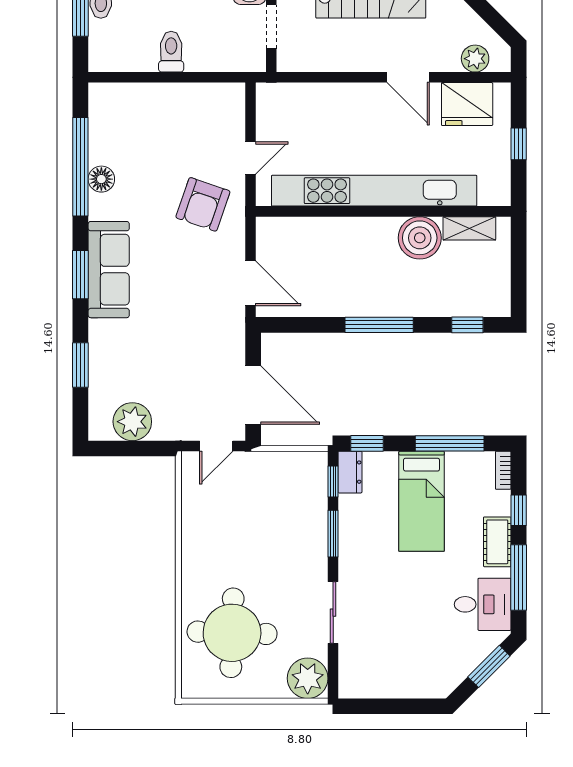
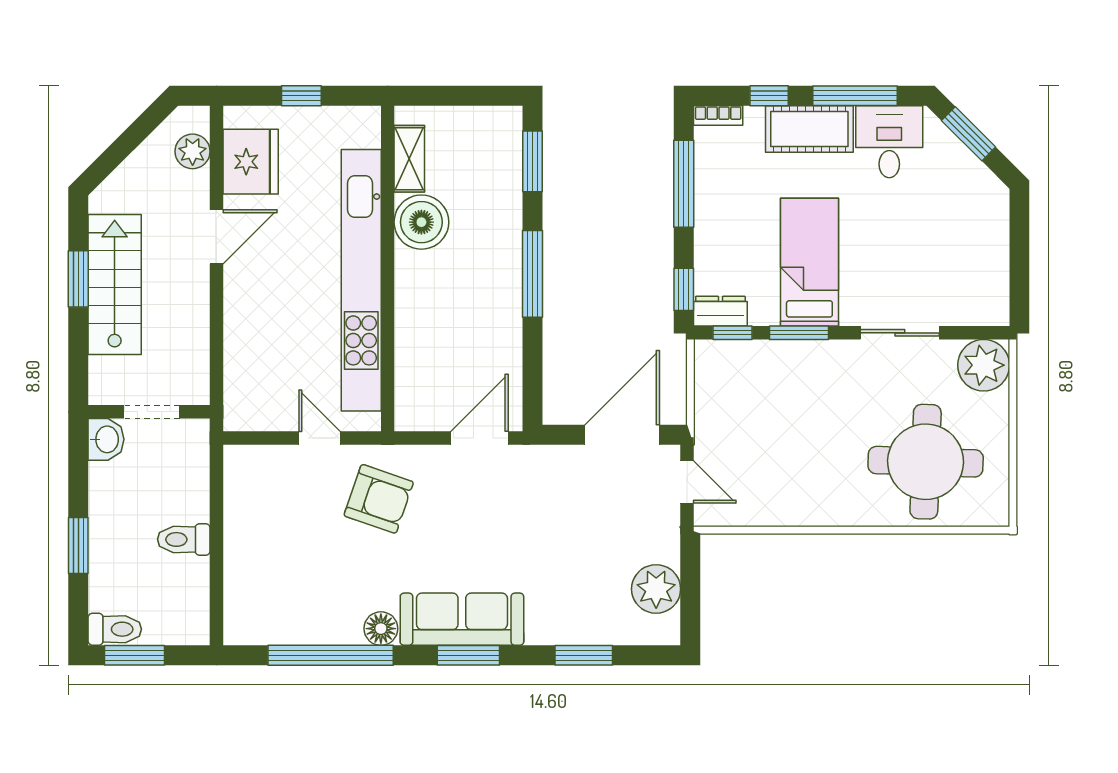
floor lamp: (101, 179) -> (381, 629), moved
window: (467, 325) -> (532, 161), width x1.50
bed: (422, 501) -> (809, 262), moved, turned -90
cot: (497, 542) -> (809, 129), width x1.37, depth x1.34

